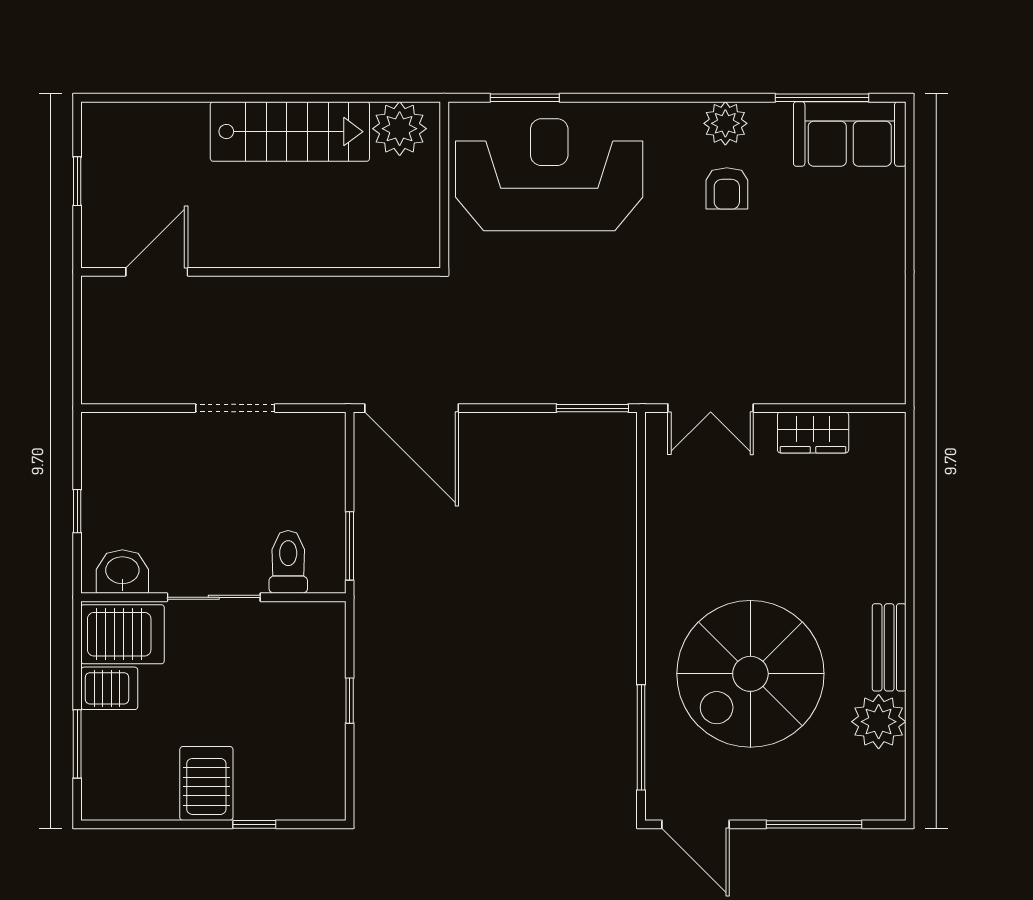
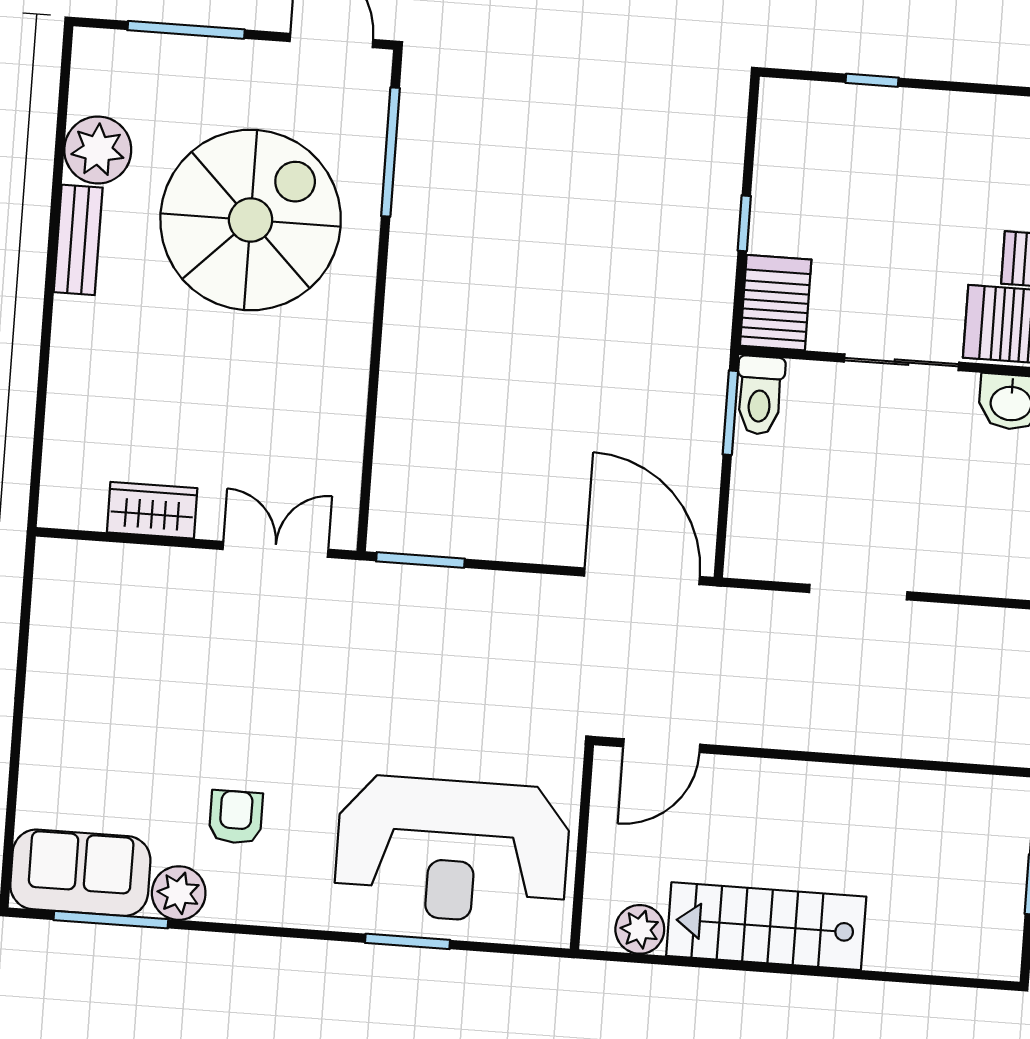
window: (525, 98) -> (408, 941), moved
plant: (725, 123) -> (179, 893), moved
plant: (400, 129) -> (640, 929), width x0.73, depth x0.73
door: (157, 272) -> (662, 746), moved
toilet: (288, 562) -> (760, 395), moved
server rack: (206, 783) -> (776, 303), moved, turned 180

